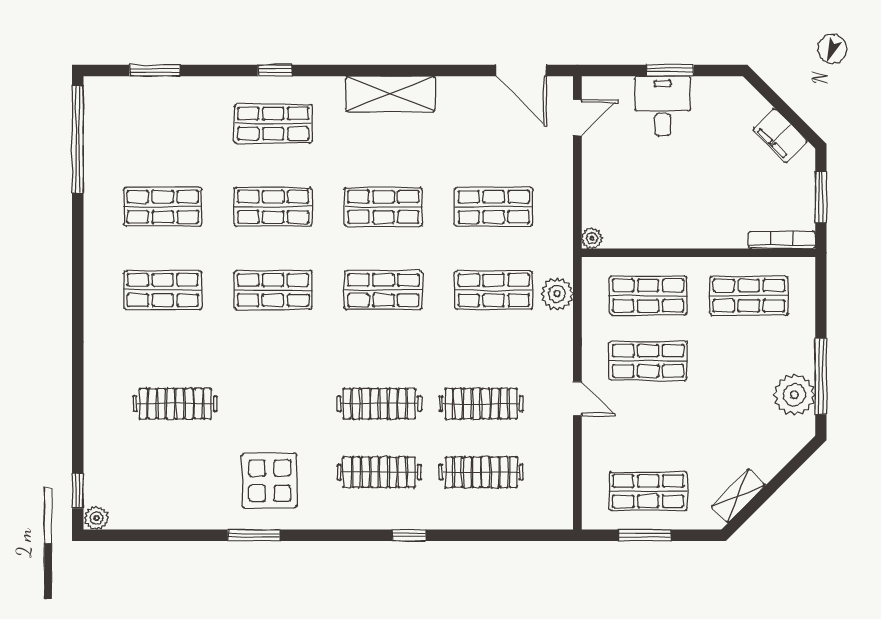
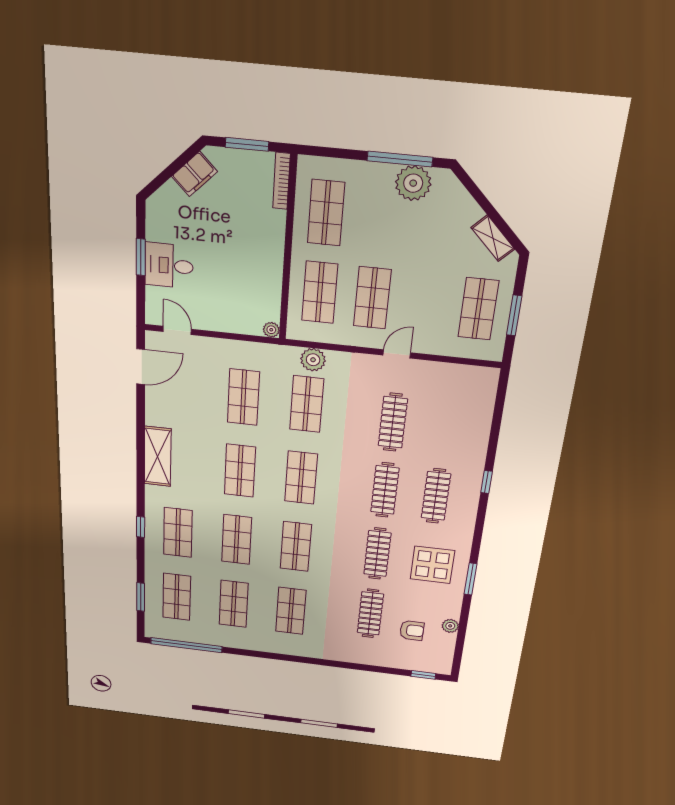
shop shelf: (163, 124) -> (177, 597), added
armchair: (155, 465) -> (412, 630), added
clothes rail: (481, 472) -> (377, 554), moved
plant: (97, 518) -> (450, 626), moved

